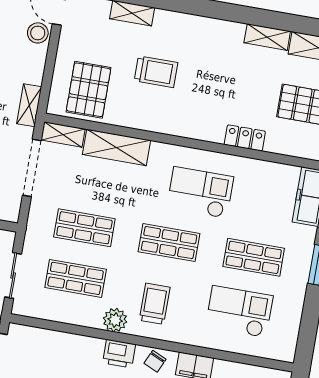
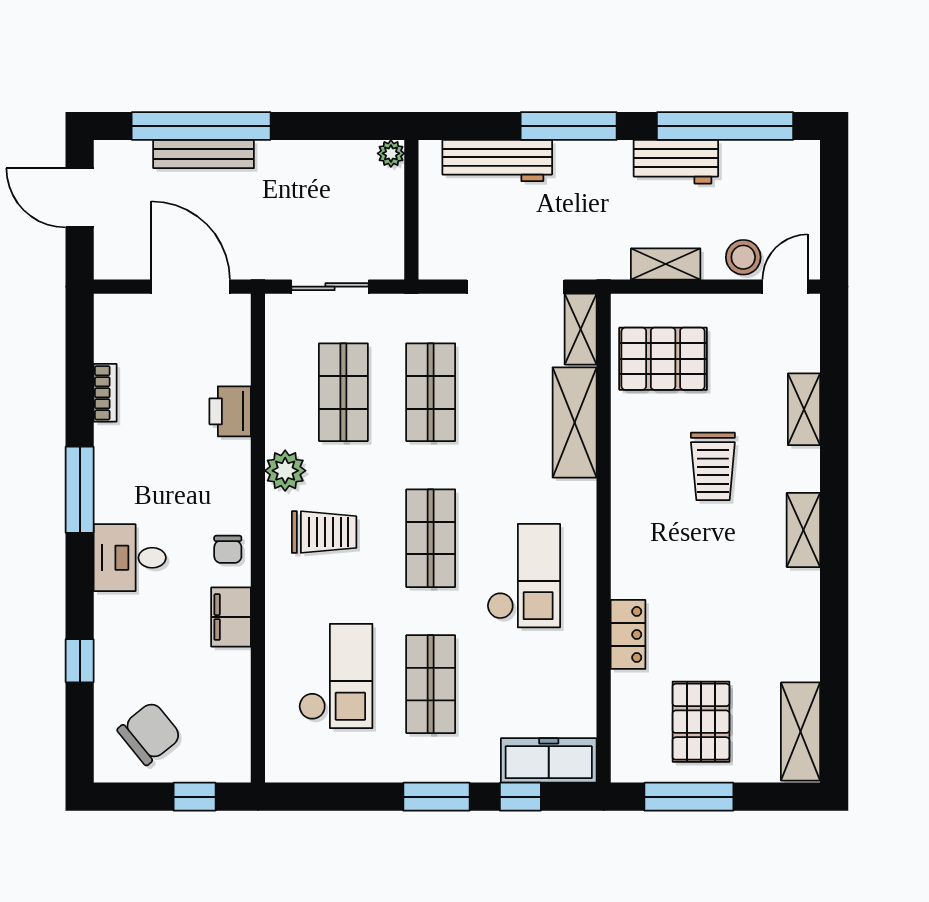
shelving: (267, 37) -> (803, 530), moved
shelving: (29, 105) -> (666, 264), moved
printer: (119, 354) -> (230, 411), moved
chair: (155, 361) -> (228, 549), turned -114

